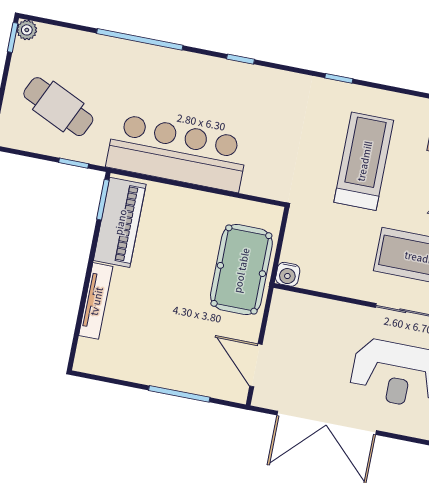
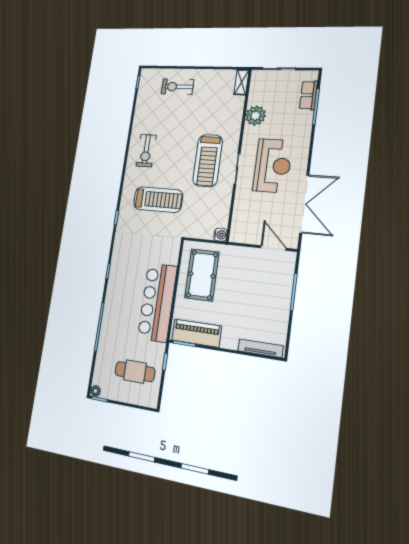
cafe table: (58, 107) -> (135, 372), turned 65
treadmill: (364, 161) -> (158, 200), turned 180
pool table: (241, 270) -> (202, 275), moved, turned 90
tv unit: (96, 301) -> (261, 348), moved
door: (256, 365) -> (273, 248), swing flipped

